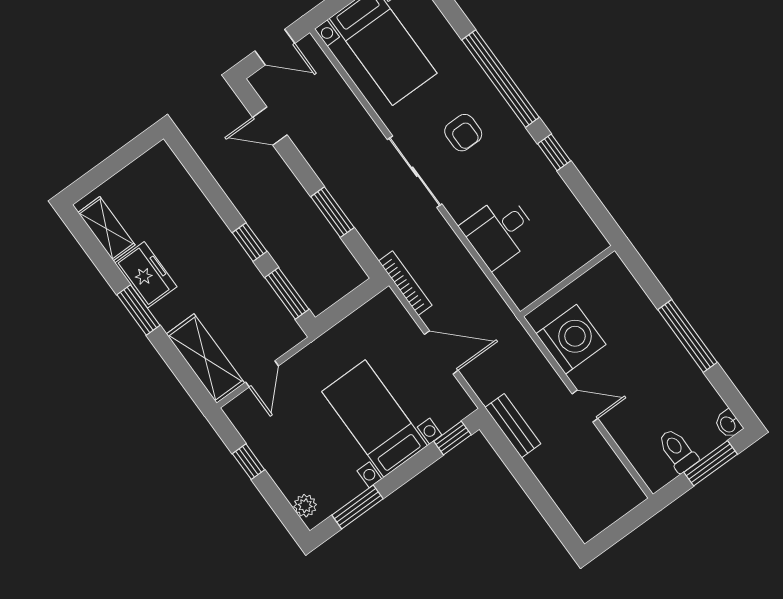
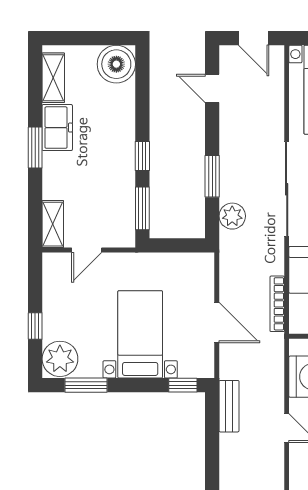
boiler: (159, 170) -> (116, 64), added
sliding door: (415, 172) -> (287, 189), width x1.36
plant: (381, 237) -> (232, 216), added
bookcase: (405, 283) -> (277, 304), moved, turned 180
shelving: (205, 358) -> (53, 224), width x0.67, depth x0.75
window: (249, 462) -> (35, 326), moved
plant: (305, 506) -> (60, 359), width x1.87, depth x1.87

